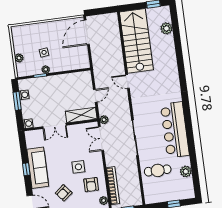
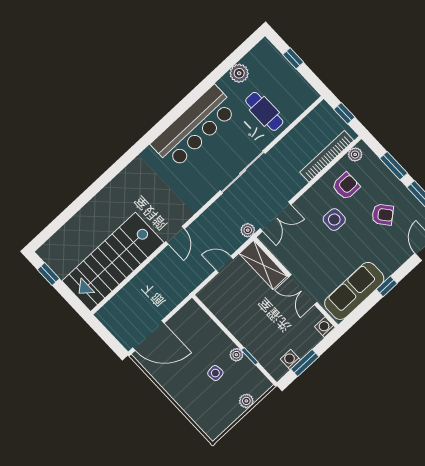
plant: (166, 28) -> (68, 234), removed
double door: (55, 126) -> (303, 290), swing flipped
sofa: (38, 168) -> (354, 291), moved

